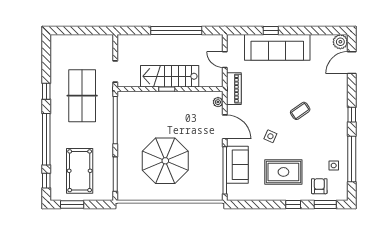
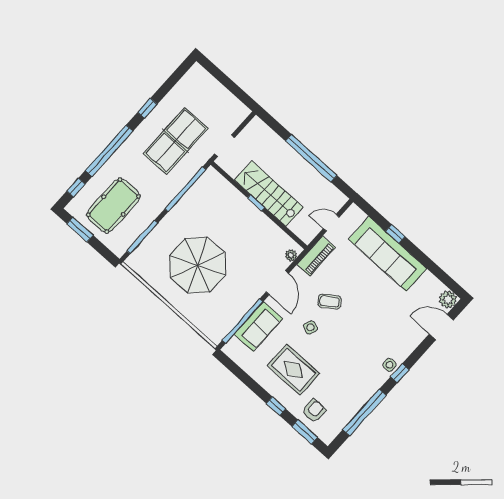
door: (225, 60) -> (331, 223), hinge flipped
coffee table: (300, 111) -> (329, 302), moved
side table: (334, 165) -> (390, 365), moved

